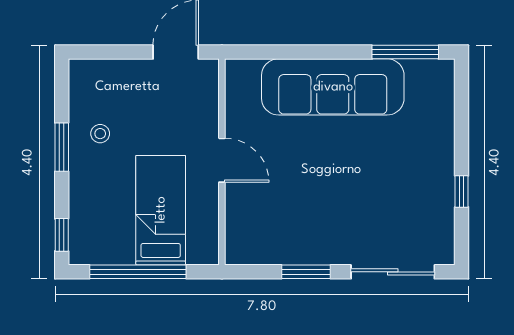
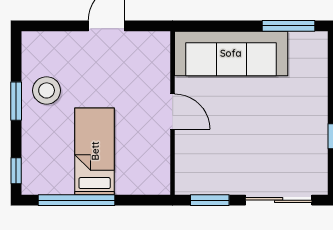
stool: (100, 134) -> (47, 90), width x1.89, depth x1.89
door: (222, 160) -> (173, 112), moved
wall: (222, 162) -> (173, 113), moved

